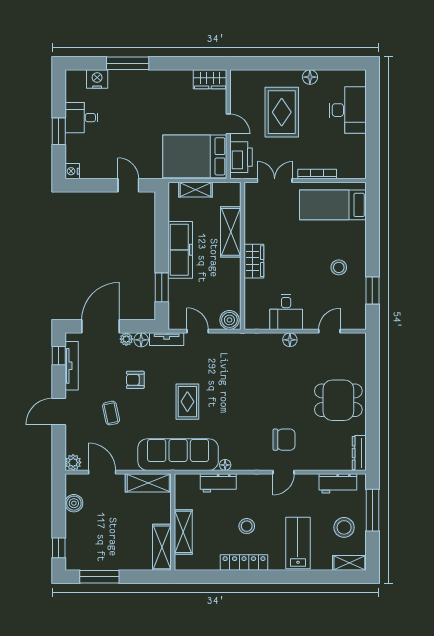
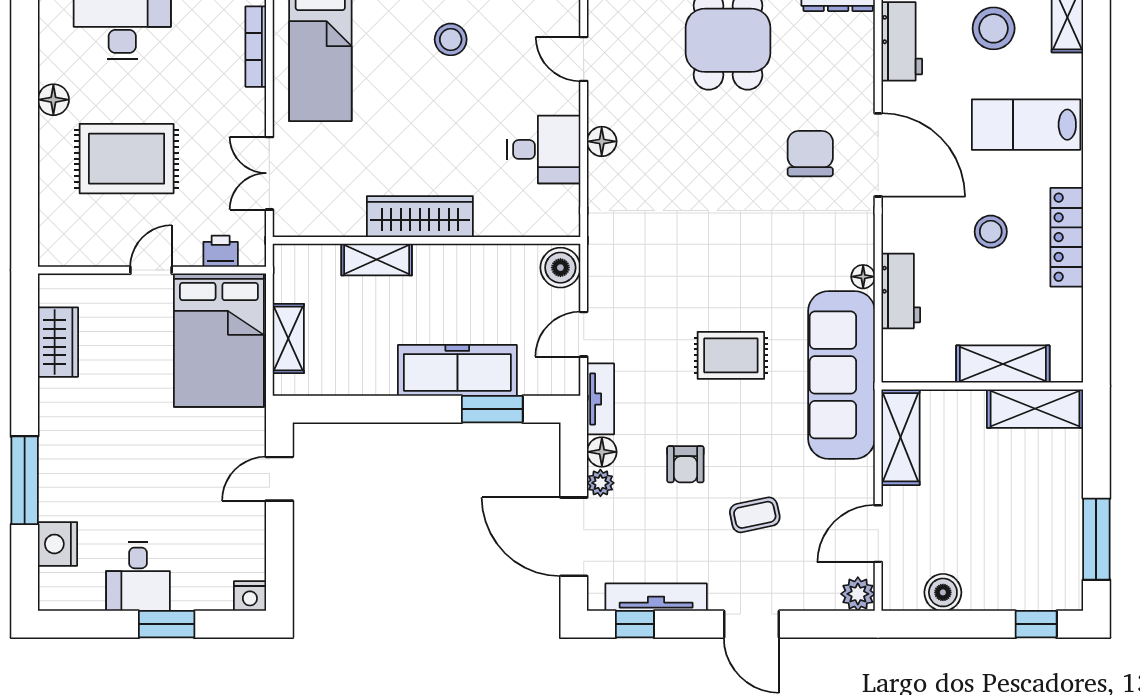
wardrobe: (210, 79) -> (58, 342), moved
printer: (241, 157) -> (221, 251), width x0.53, depth x0.68
bookcase: (317, 174) -> (256, 47), moved
shelving: (231, 232) -> (377, 260), width x0.67, depth x0.75
freezer: (180, 250) -> (457, 370), moved
wardrobe: (254, 261) -> (420, 217), width x1.50
door: (283, 472) -> (878, 155), width x1.87

